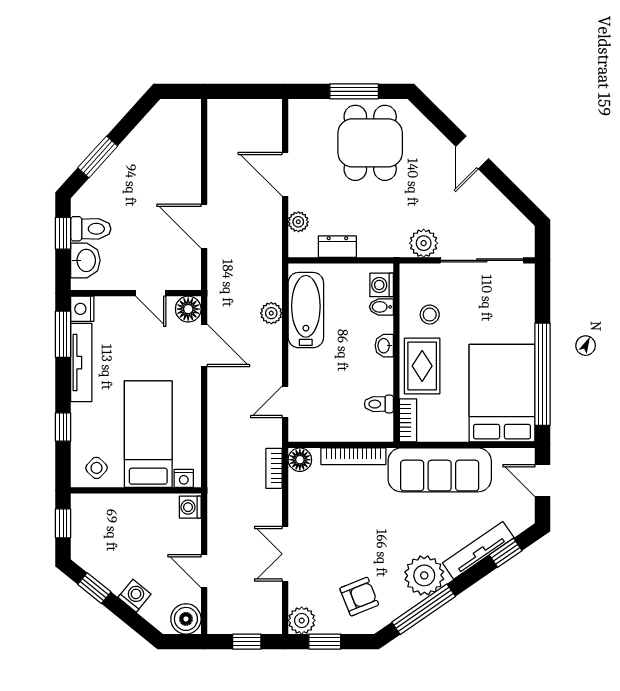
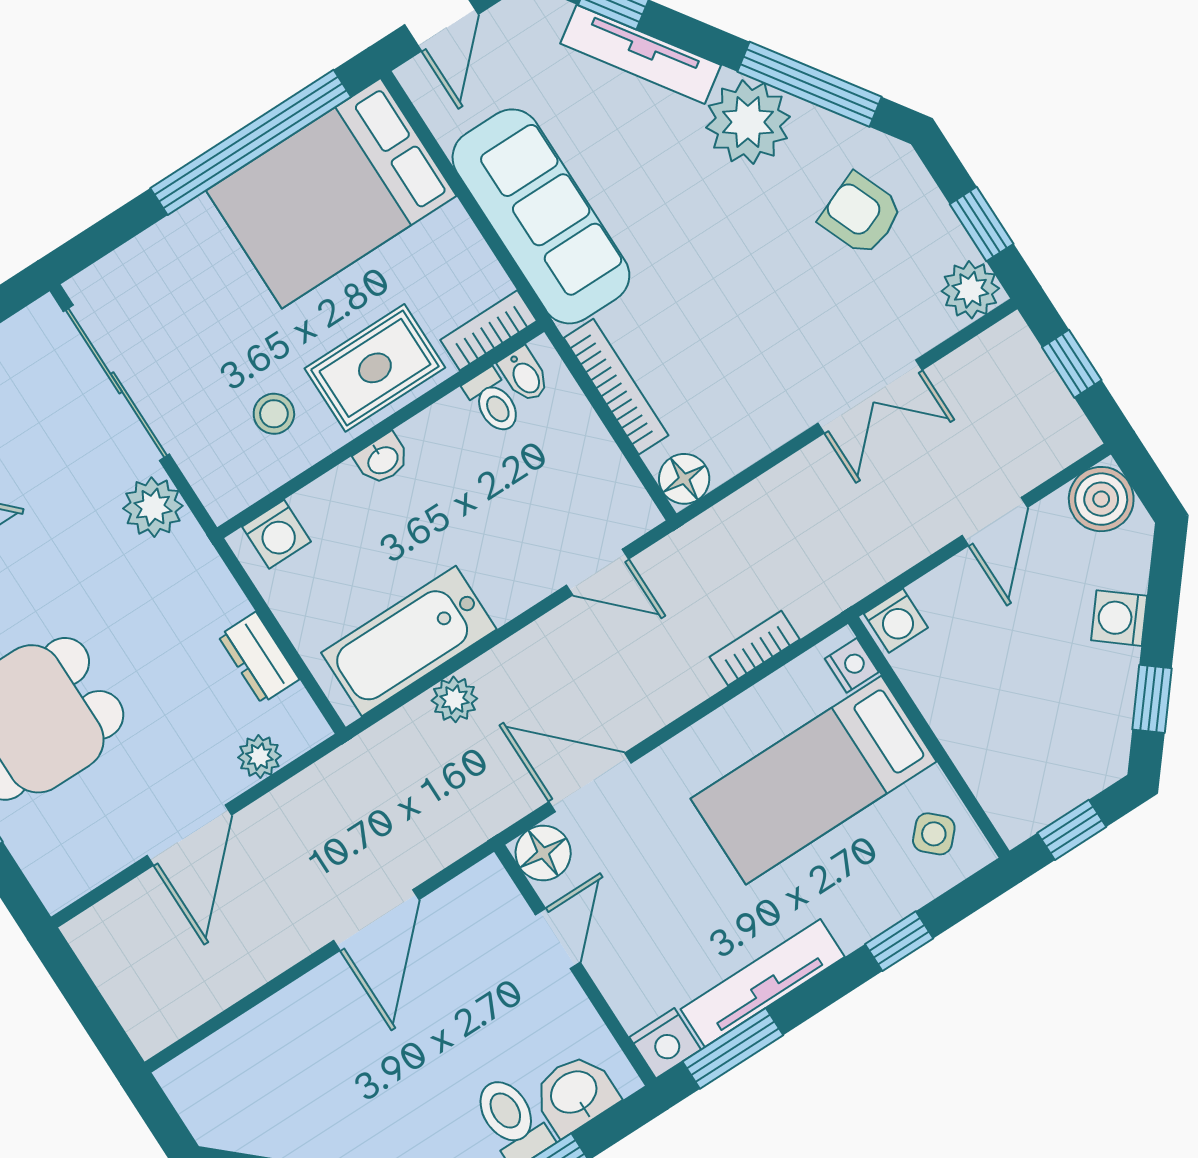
bidet: (381, 307) -> (524, 375), moved
door: (204, 345) -> (590, 782), hinge flipped
bookcase: (274, 468) -> (755, 648), moved, turned 180

